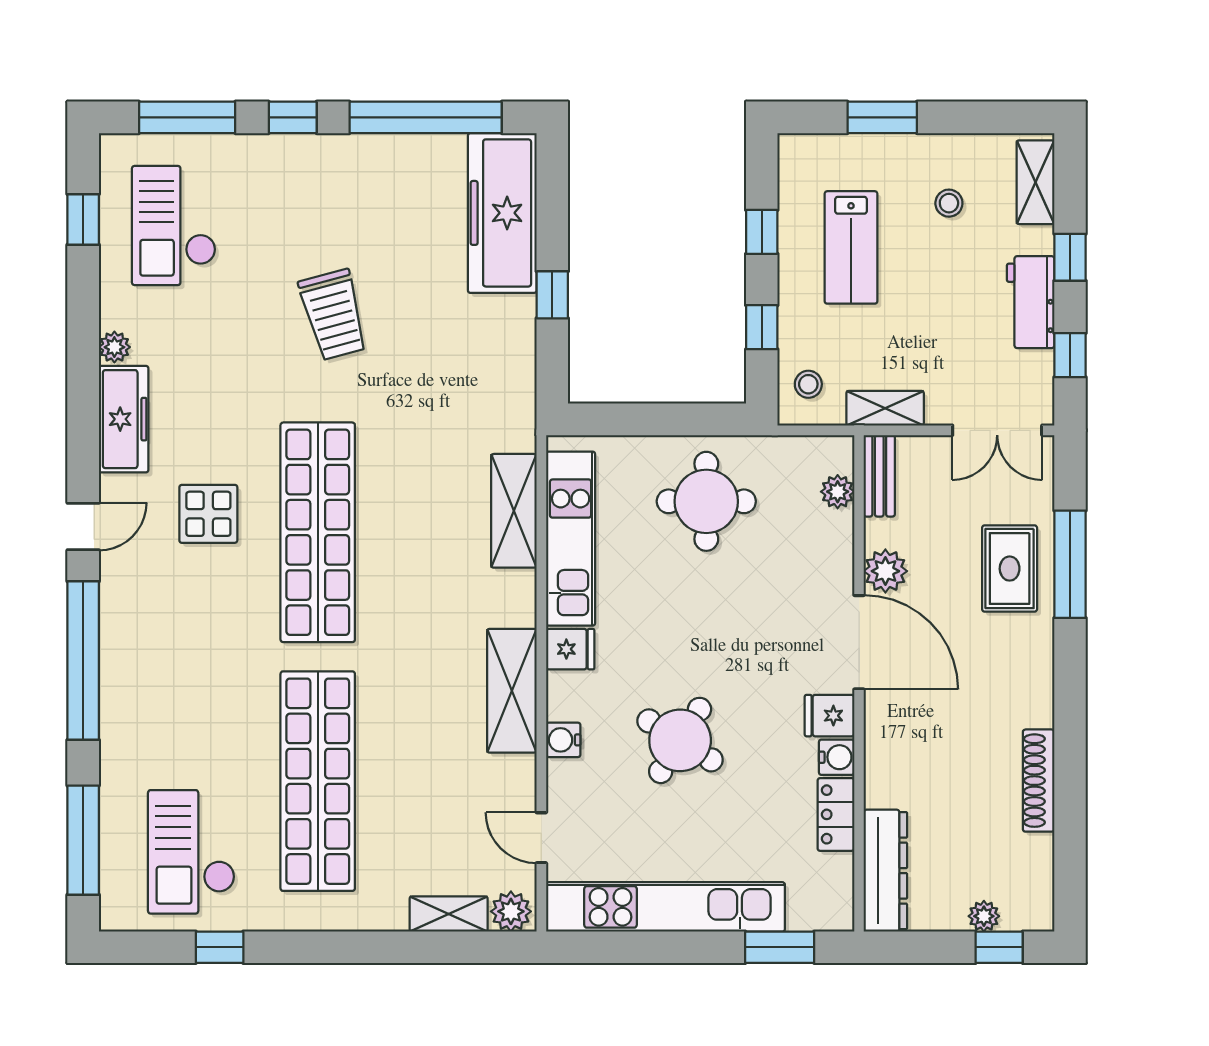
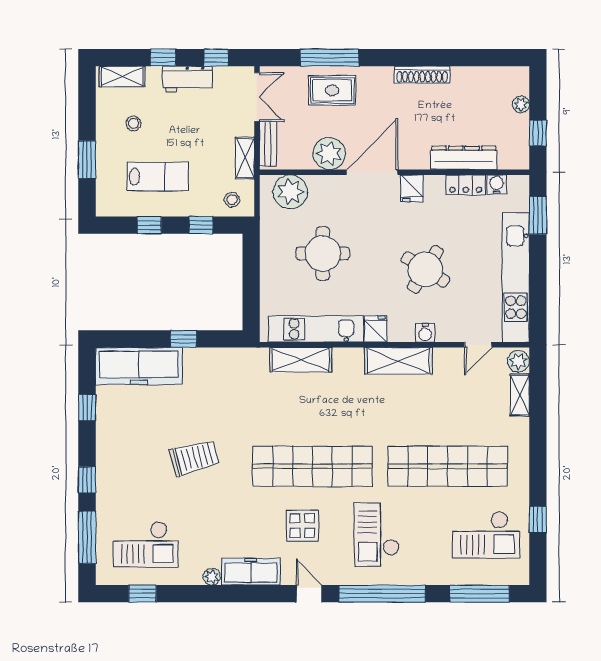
window: (426, 117) -> (87, 408), width x0.32
bench: (879, 476) -> (268, 144), moved, turned 90
plant: (838, 492) -> (290, 192), width x1.87, depth x1.87
round table: (706, 501) -> (323, 253), moved
plant: (885, 571) -> (329, 154), width x1.36, depth x1.36
checkout: (192, 651) -> (377, 535), added
water cooler: (837, 757) -> (497, 184), moved
shoe rack: (1039, 781) -> (422, 75), moved
dresser: (885, 871) -> (464, 158), moved
window: (999, 947) -> (538, 133), moved

